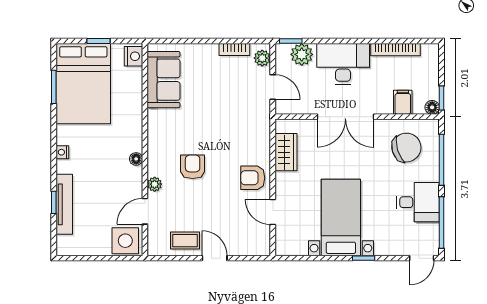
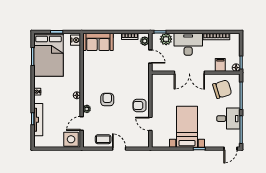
sofa: (164, 80) -> (98, 42), moved, turned 90
wardrobe: (286, 152) -> (157, 92), removed

